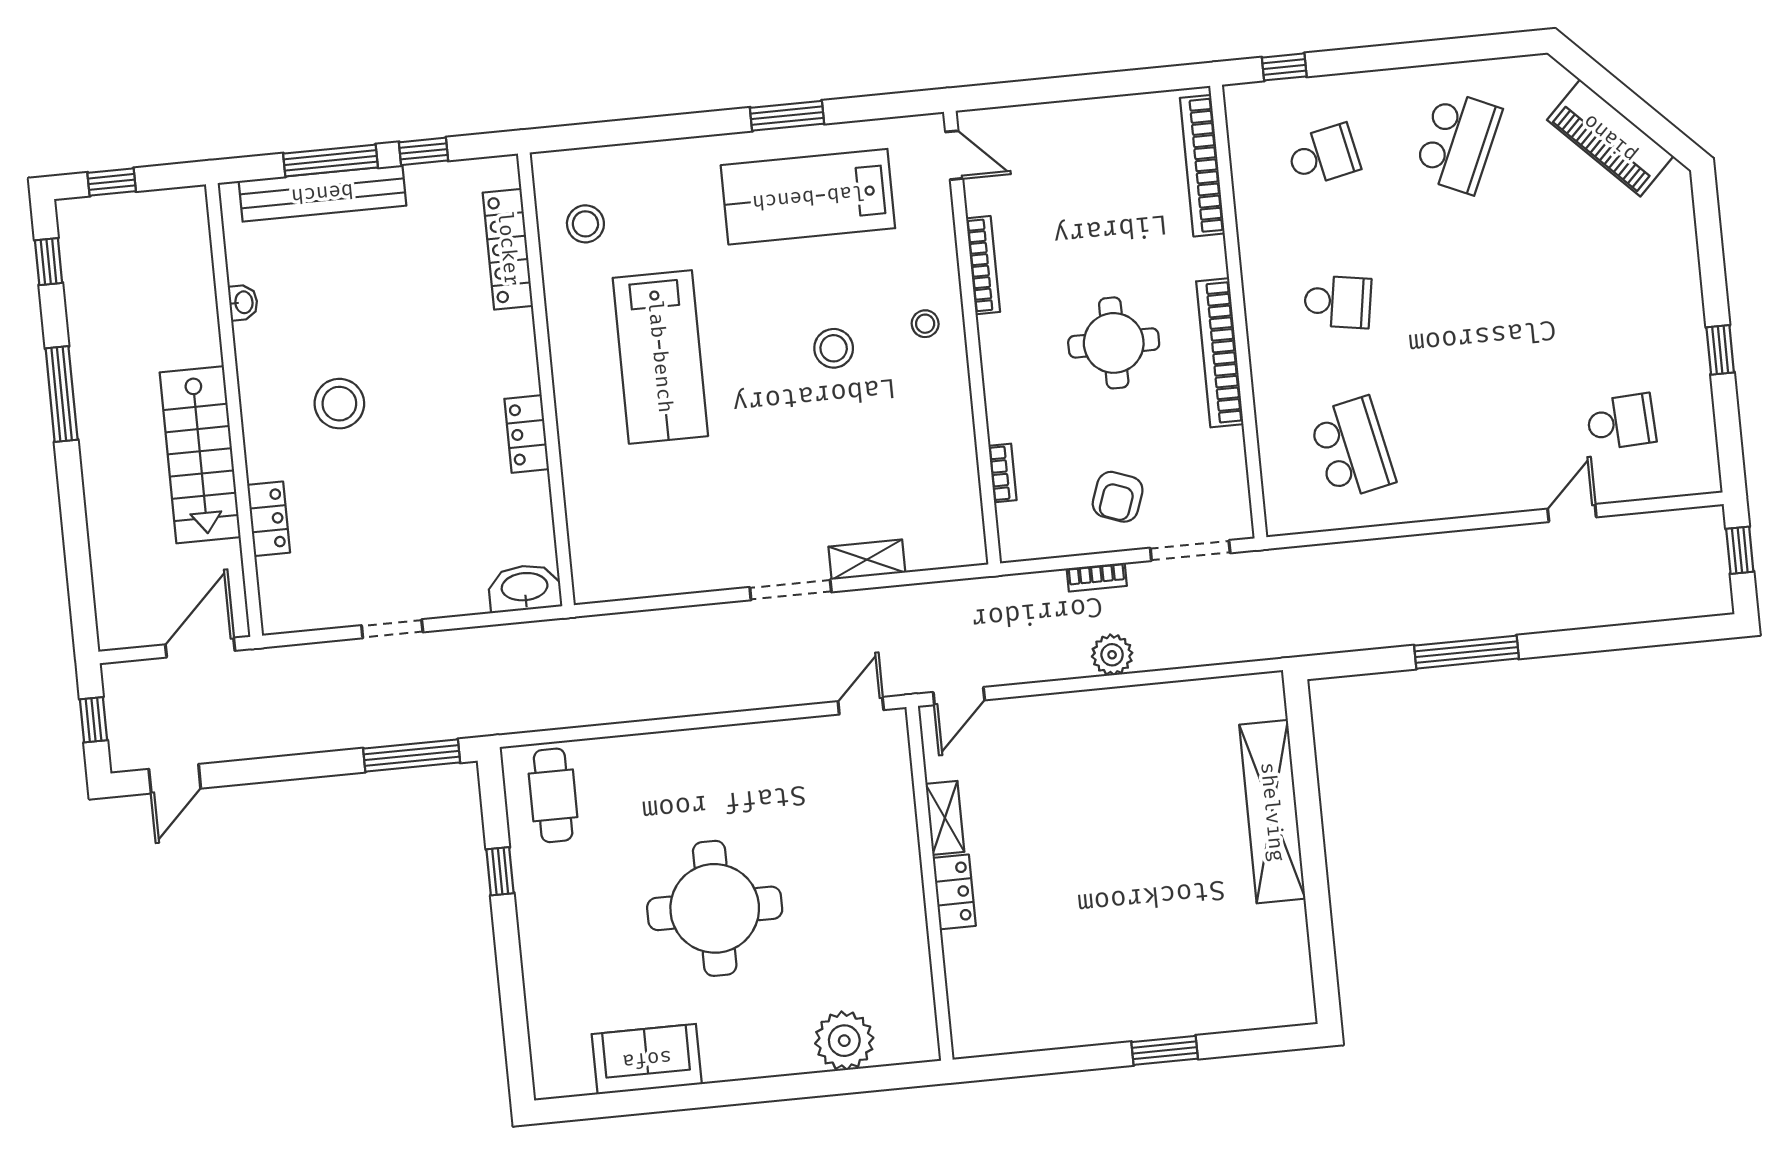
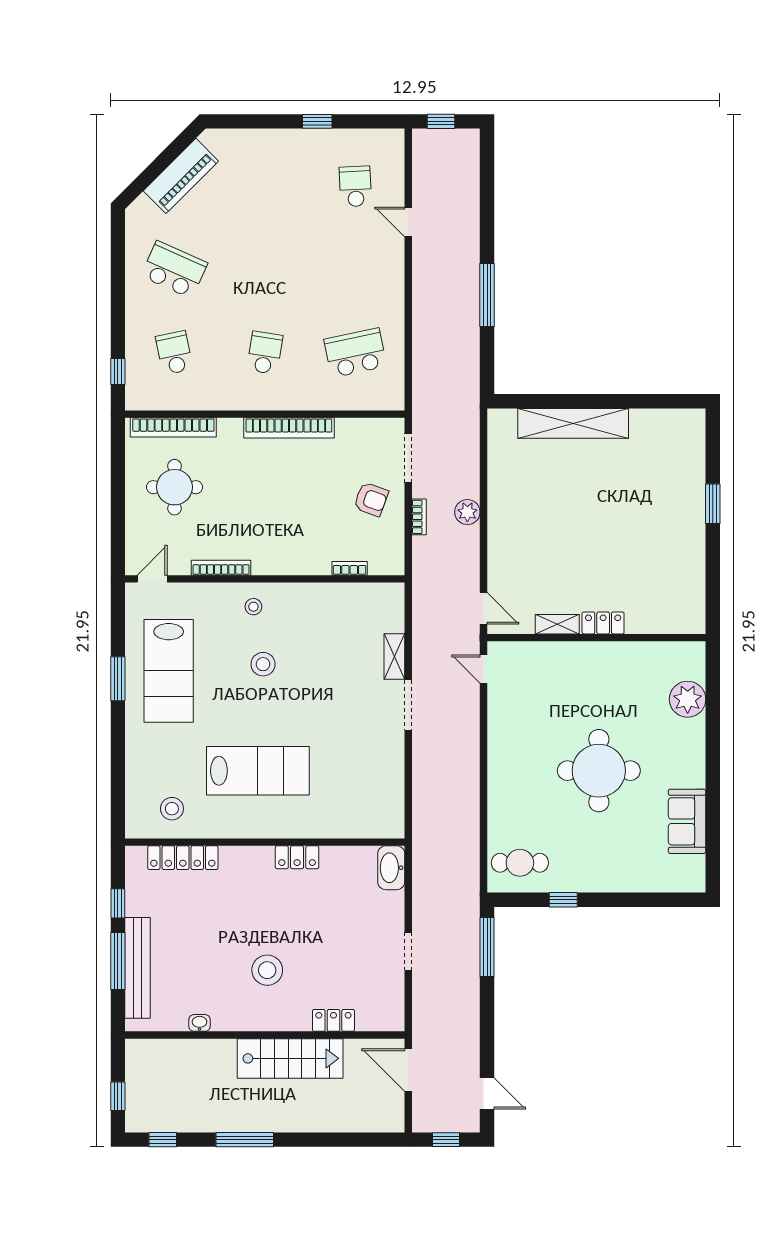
round table: (1114, 343) -> (175, 487), moved

